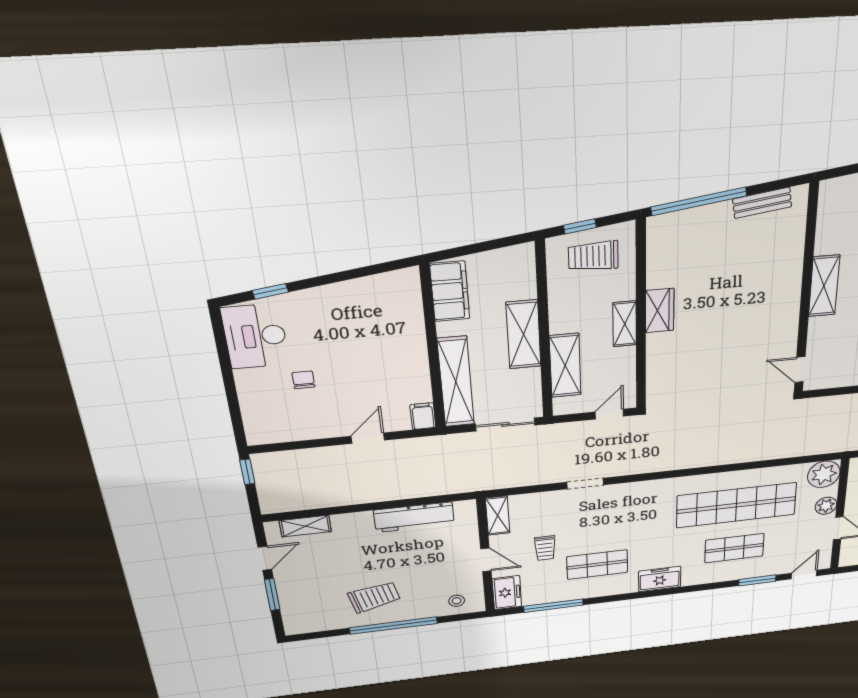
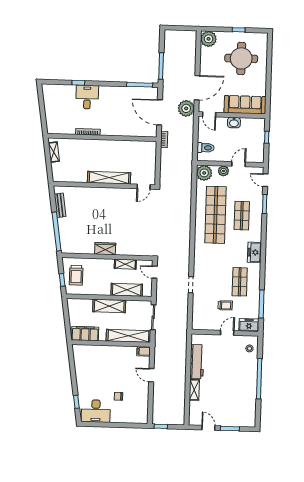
shelving: (824, 286) -> (109, 178), width x1.47
shelving: (625, 324) -> (125, 264), moved
shelving: (498, 516) -> (202, 325), removed
shelving: (305, 526) -> (194, 390), moved
trolley: (374, 597) -> (240, 385), removed

